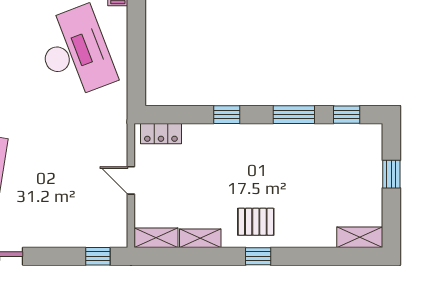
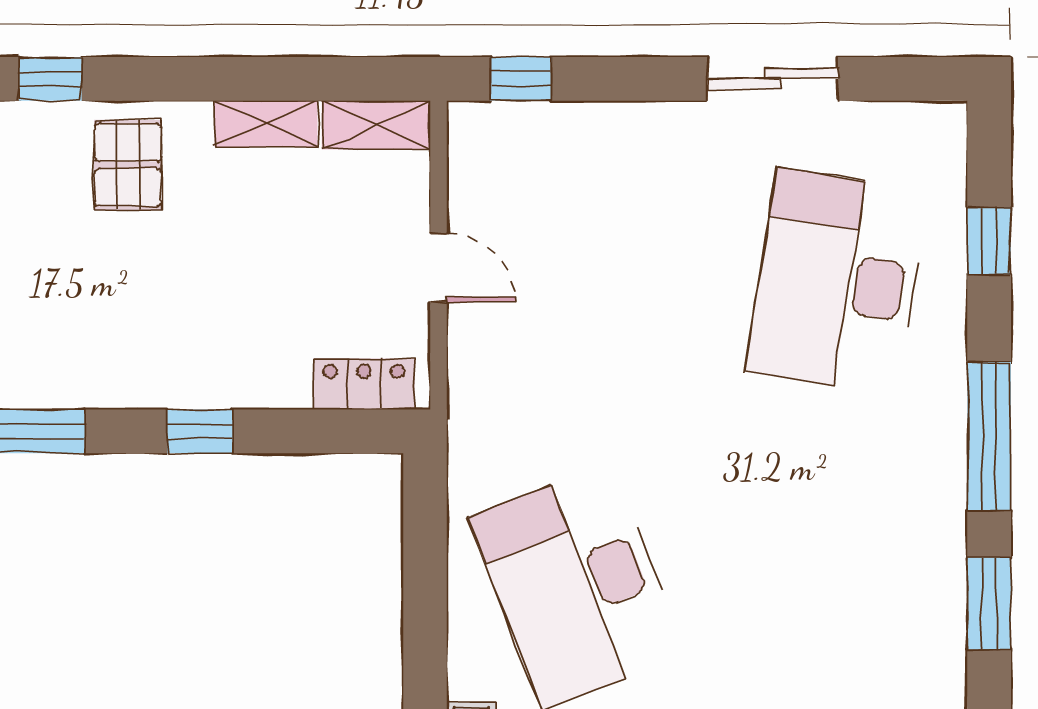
pallet: (256, 222) -> (128, 165), turned 90
window: (258, 256) -> (50, 79), moved

